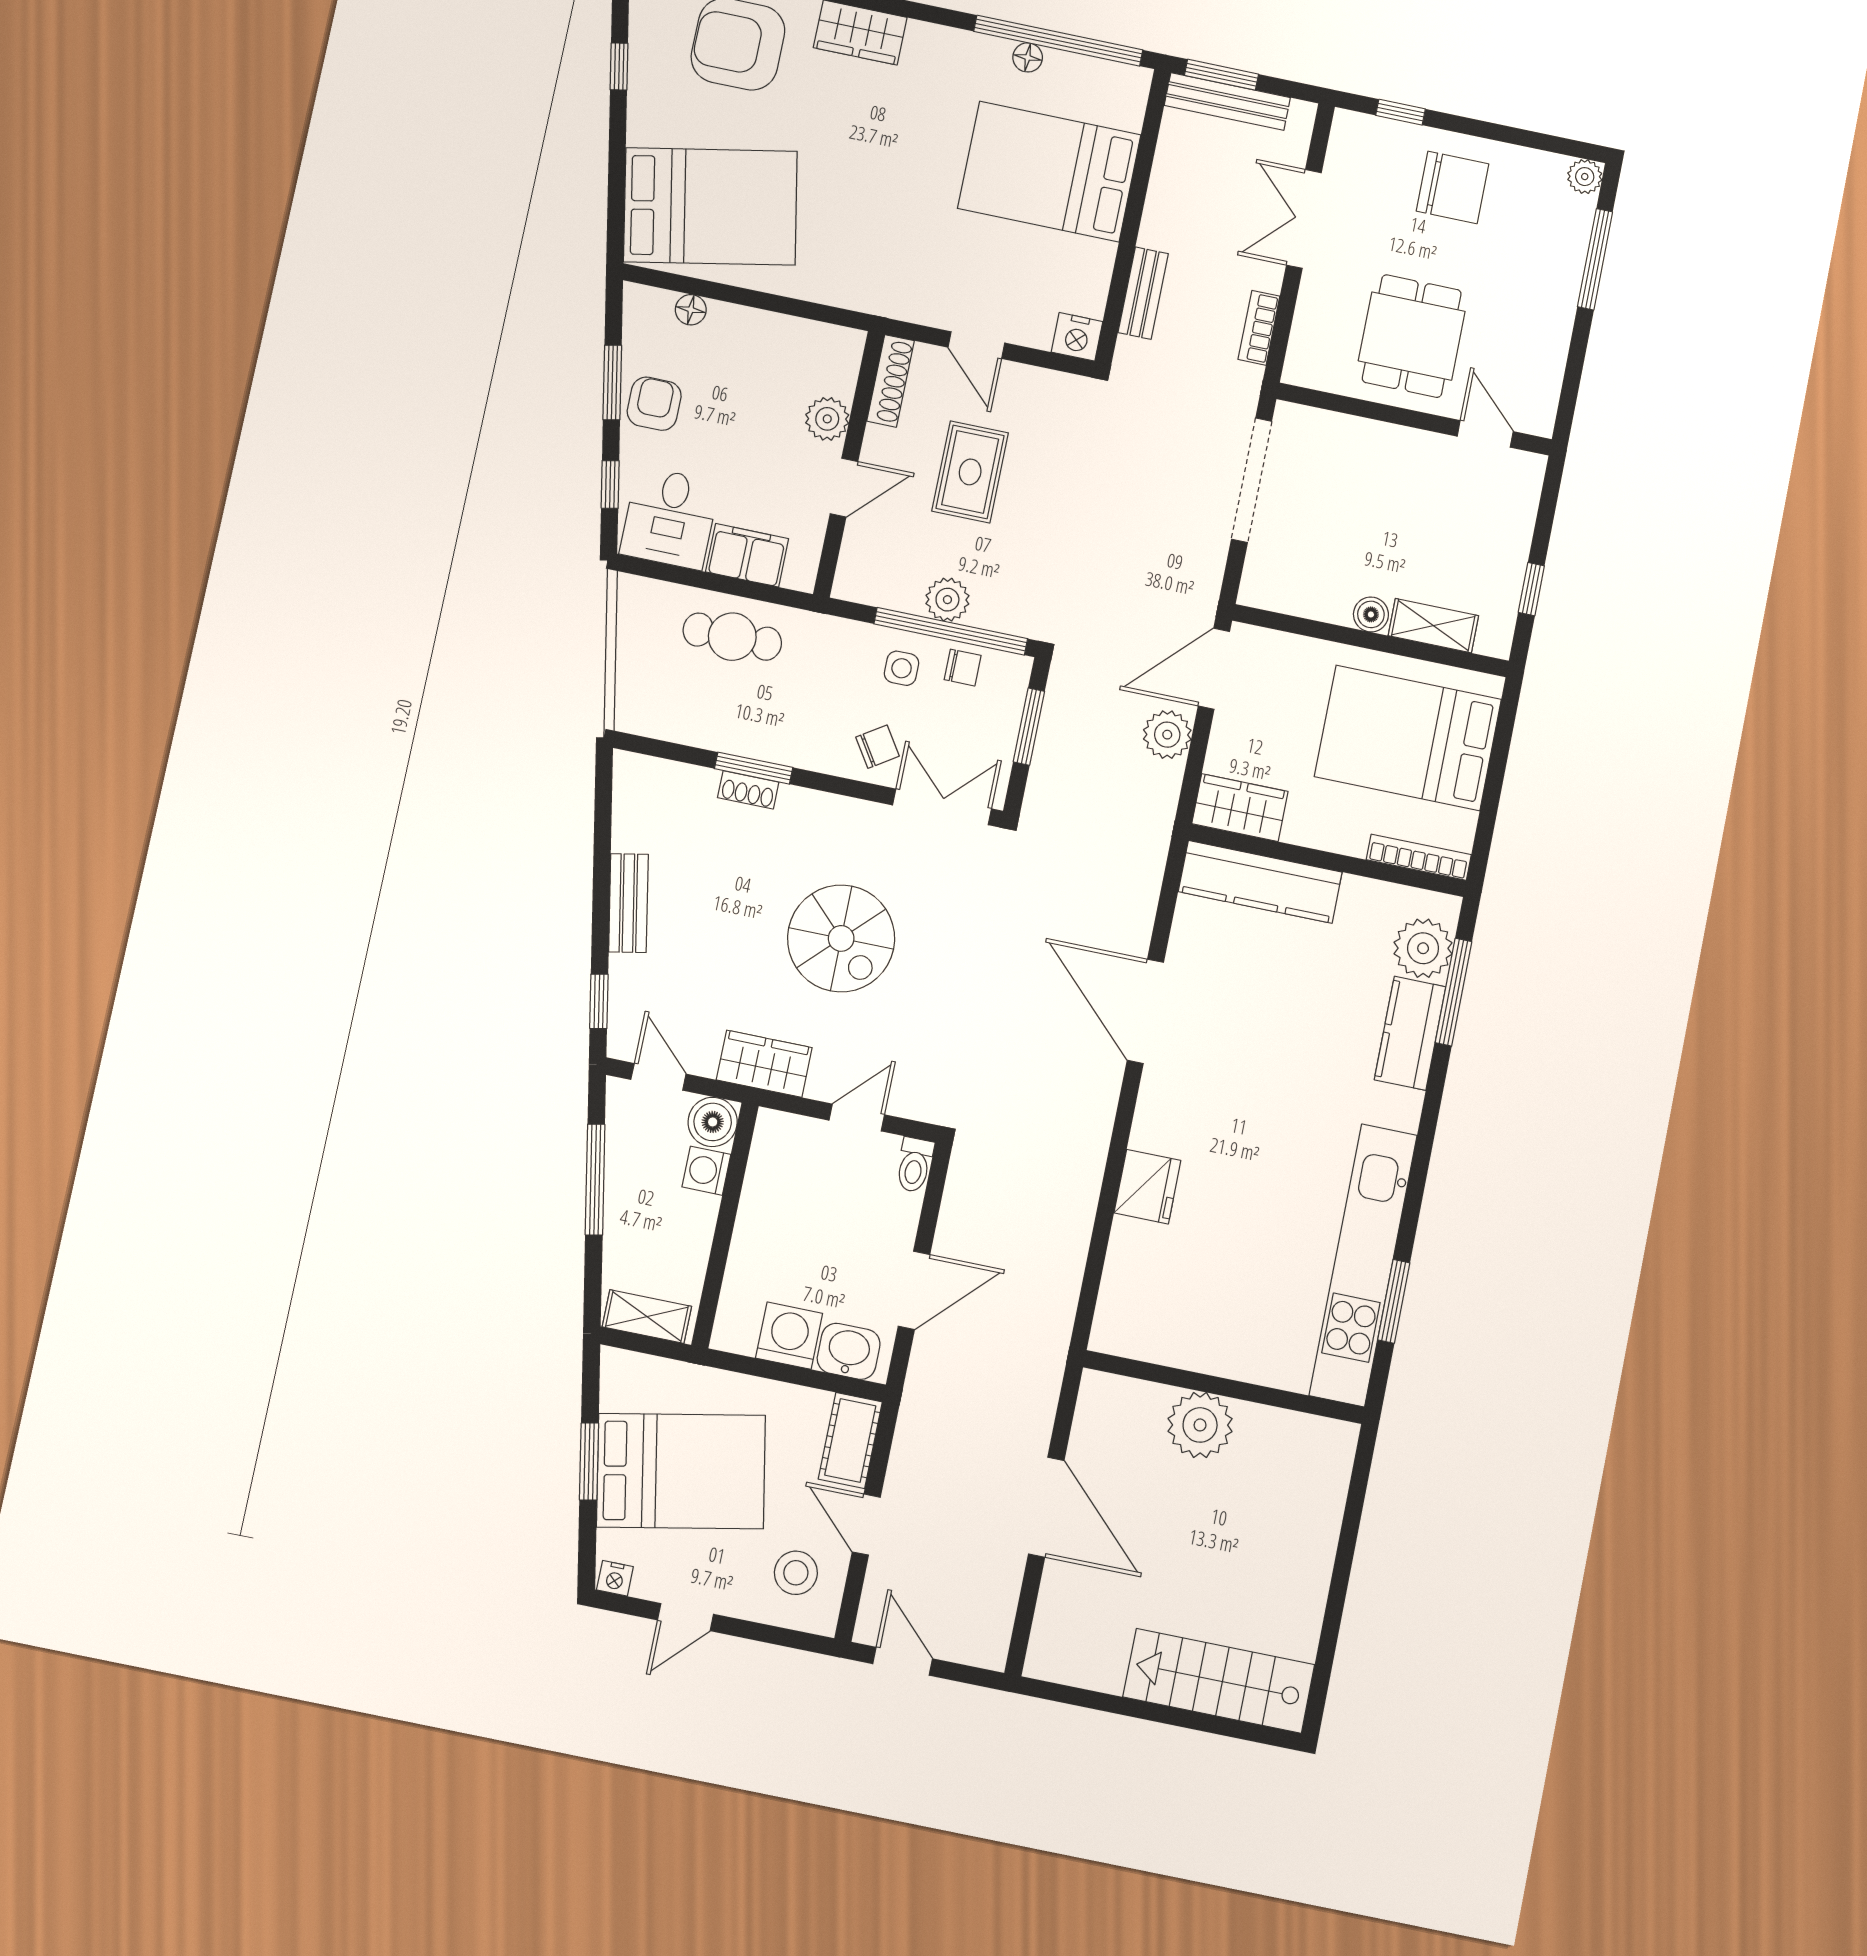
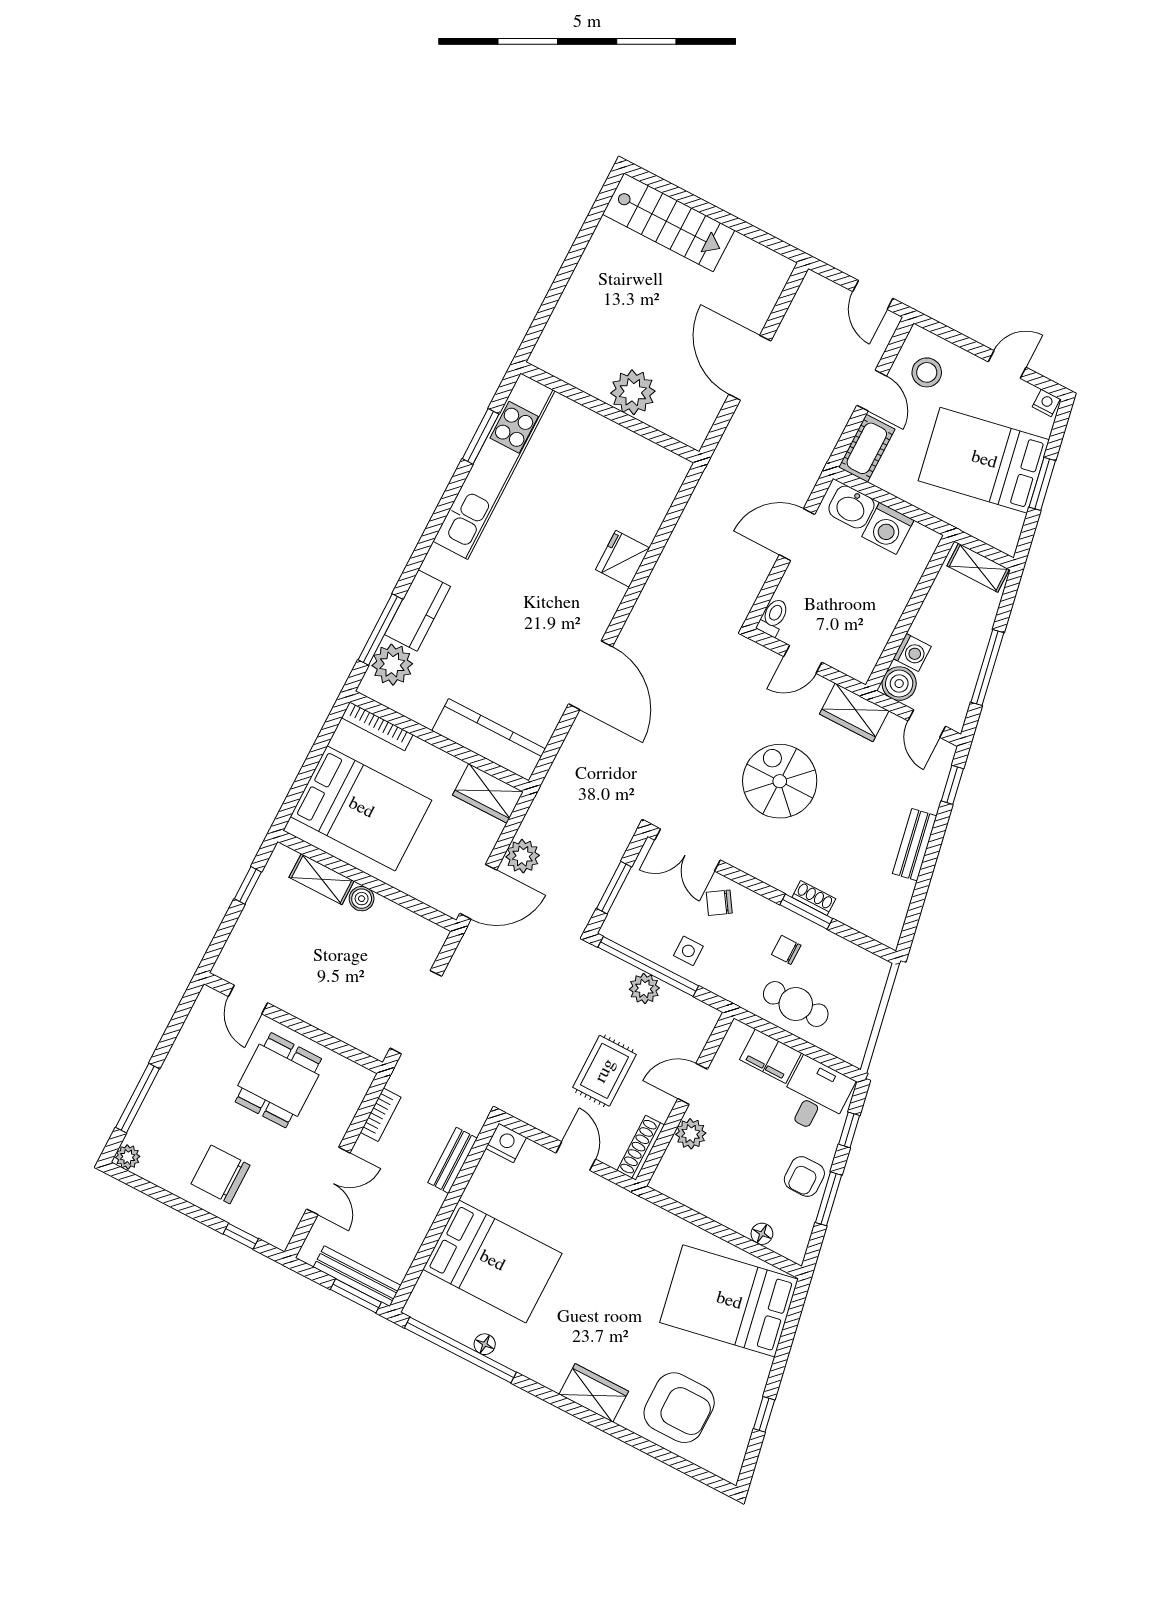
chair: (963, 668) -> (786, 950), moved

